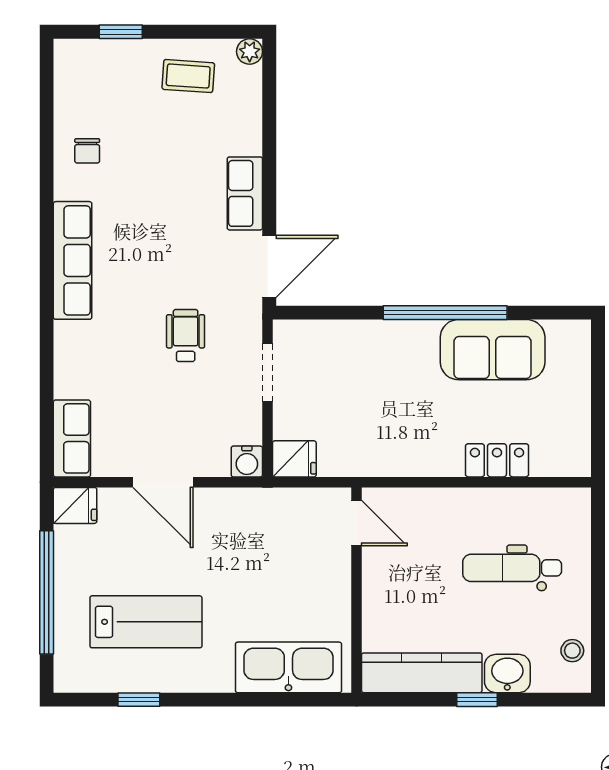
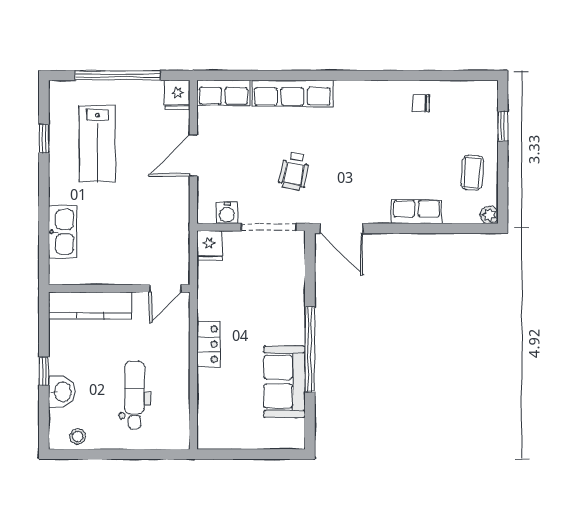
row of seats: (245, 193) -> (417, 212), moved
row of seats: (73, 260) -> (292, 93), moved
wheelchair: (186, 336) -> (294, 171), turned 101
doorway: (268, 373) -> (269, 227), width x1.38
locker: (497, 460) -> (208, 344), moved
water cooler: (247, 461) -> (227, 213), moved, turned -90
kitchen sink: (288, 667) -> (63, 232), width x0.73, depth x0.81
kitchen counter: (422, 673) -> (90, 306), moved, turned 90

